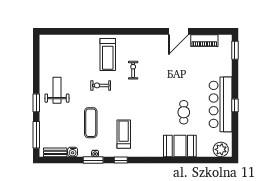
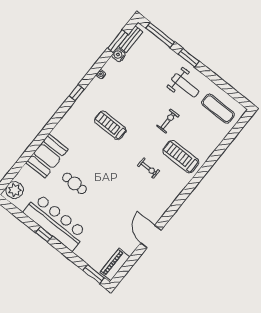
piano: (204, 41) -> (115, 264), moved
exercise bike: (101, 85) -> (168, 121), moved
exercise mat: (91, 123) -> (218, 109), moved
treadmill: (124, 134) -> (110, 125), moved, turned 180
window: (93, 160) -> (118, 41), moved

